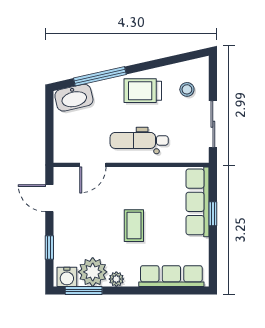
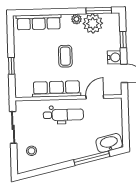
trolley: (143, 91) -> (62, 149), removed
row of seats: (197, 202) -> (56, 89), moved, turned -90
water cooler: (67, 277) -> (114, 57), moved, turned 90

